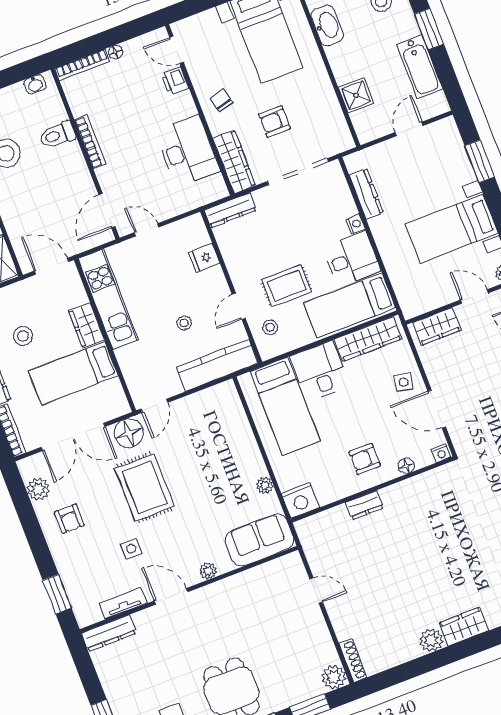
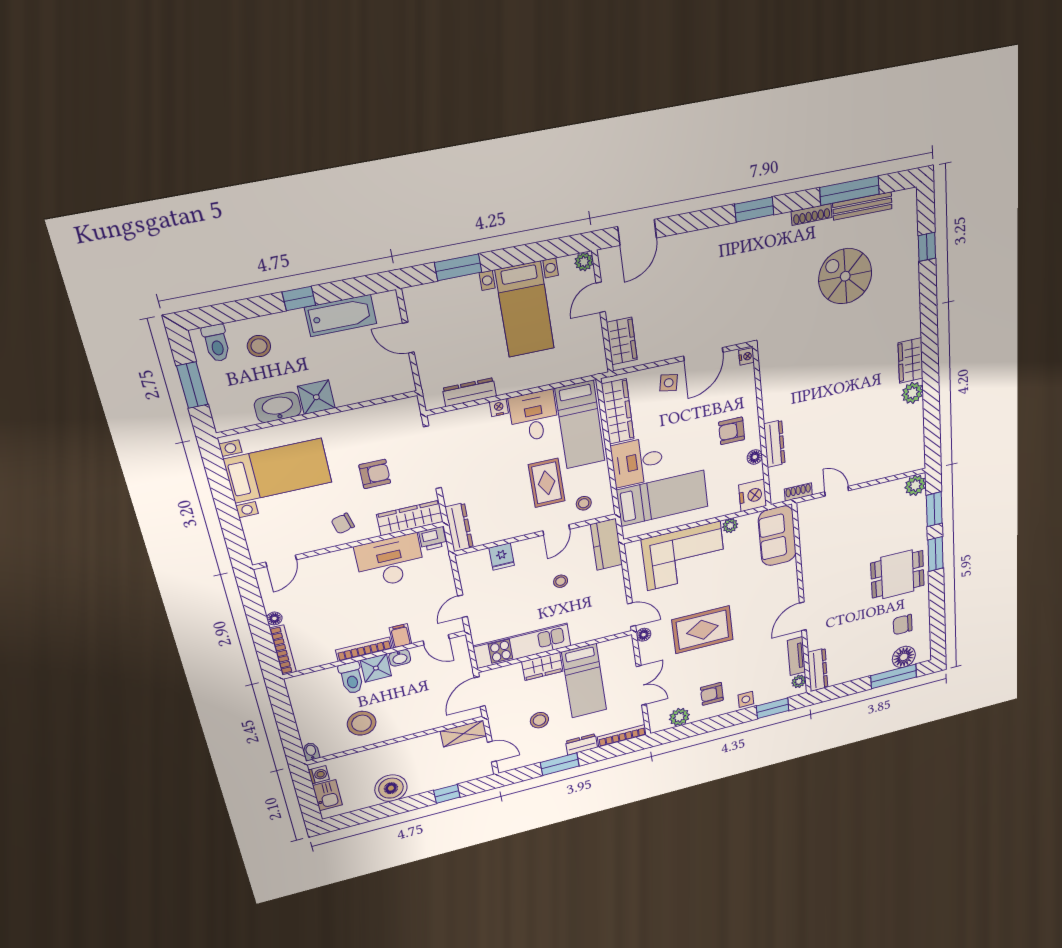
window: (429, 29) -> (299, 299), width x0.67
printer: (175, 81) -> (433, 539), moved
washbasin: (35, 84) -> (400, 658), moved, turned 90
shower: (356, 95) -> (316, 397), moved
armchair: (275, 121) -> (375, 474), turned -90
shower: (70, 157) -> (376, 668), added
filing cabinet: (108, 175) -> (400, 636), added
door: (107, 211) -> (436, 640), width x0.73
door: (239, 306) -> (556, 530), hinge flipped
kitchen counter: (217, 365) -> (606, 544), width x0.67
floor lamp: (129, 433) -> (644, 635), width x0.53, depth x0.53
double door: (73, 437) -> (641, 685), width x0.73
corner sofa: (226, 445) -> (684, 556), added
armchair: (365, 459) -> (732, 431), turned 90
floor lamp: (406, 466) -> (755, 457), moved
dresser: (364, 505) -> (774, 444), width x1.44
armchair: (69, 519) -> (712, 694), turned 180
side table: (131, 549) -> (746, 699), moved
plant: (208, 571) -> (799, 681), moved
door: (316, 591) -> (837, 491), hinge flipped
shoe rack: (353, 660) -> (798, 492), moved, width x0.70

